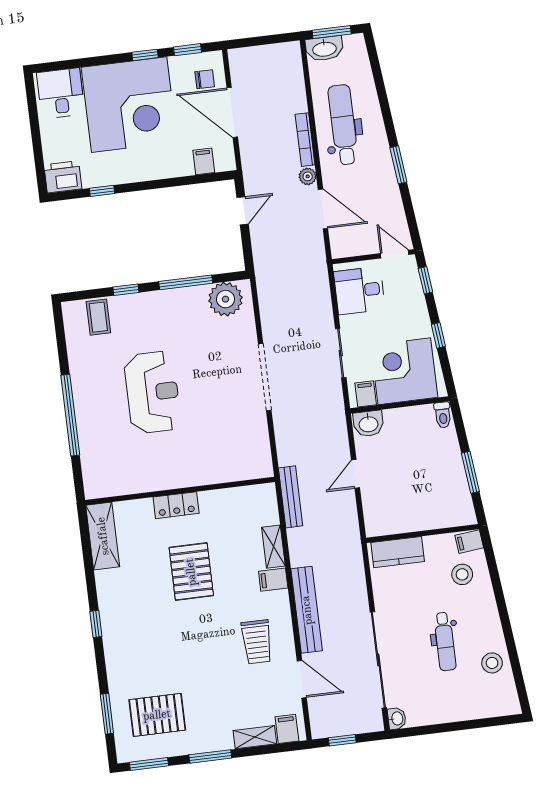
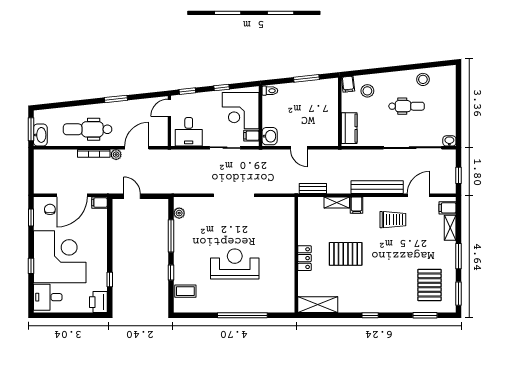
window: (145, 55) -> (31, 266), moved
filing cabinet: (204, 161) -> (99, 203), moved
plant: (225, 299) -> (179, 213), width x0.53, depth x0.53
bench: (291, 497) -> (313, 188), width x0.73

